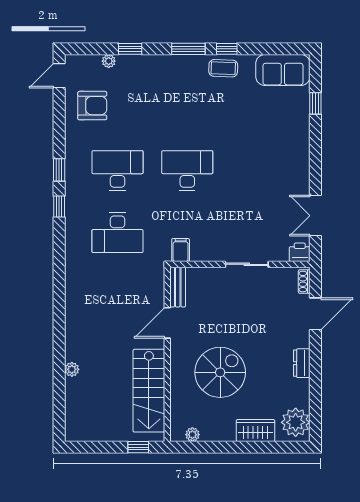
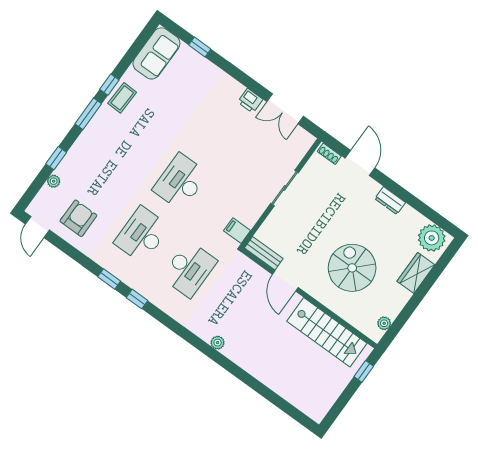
printer: (300, 252) -> (250, 101), moved, turned -90
plant: (72, 369) -> (218, 343), moved

